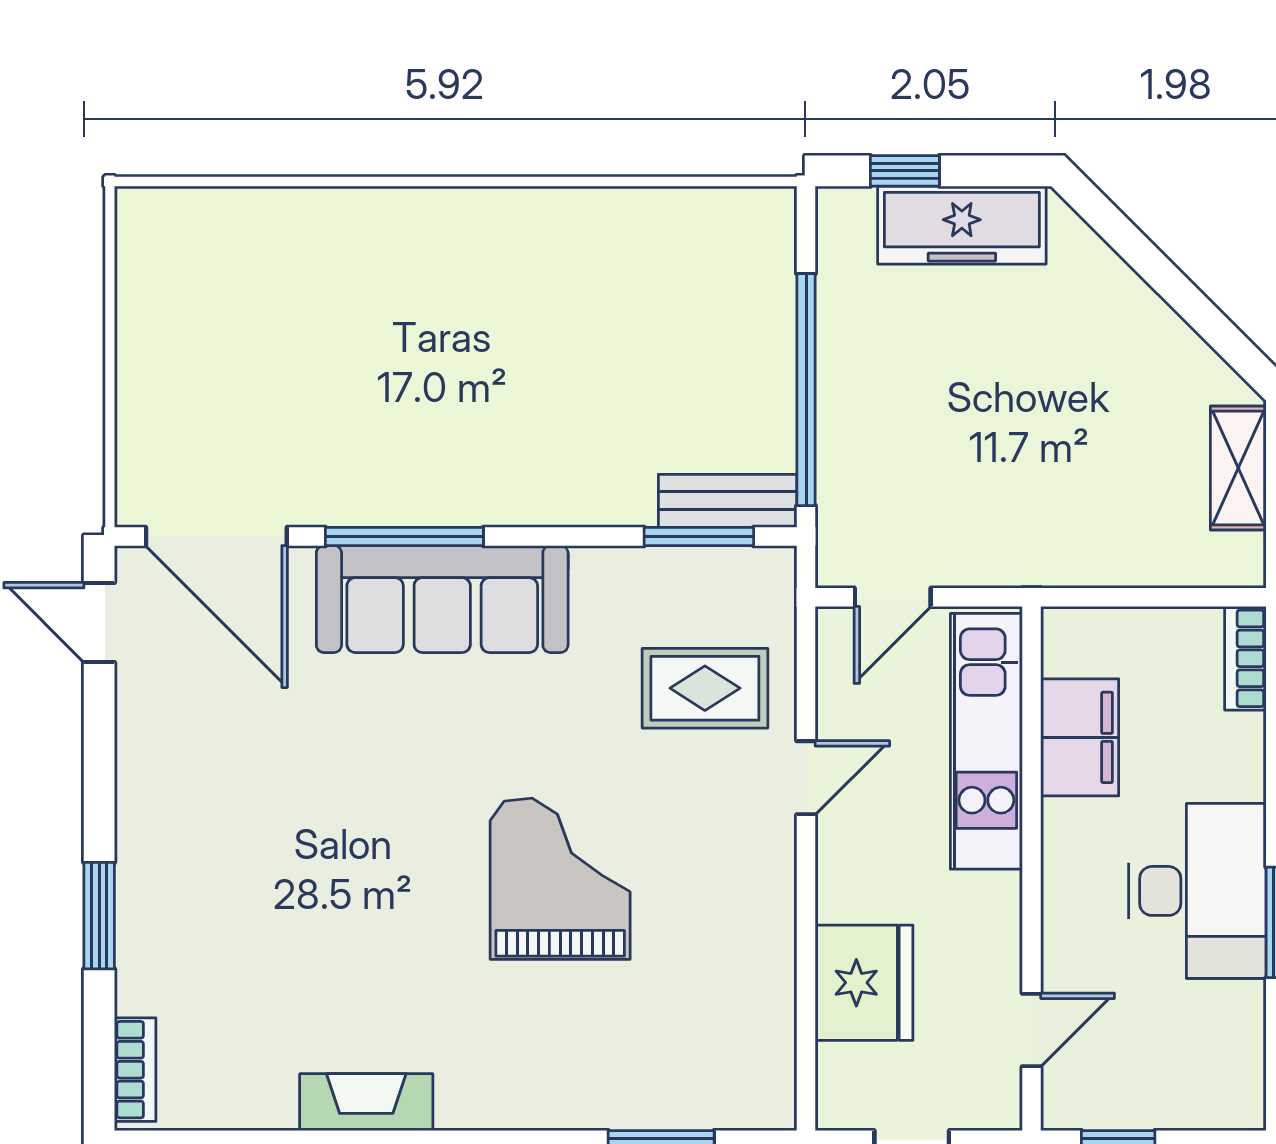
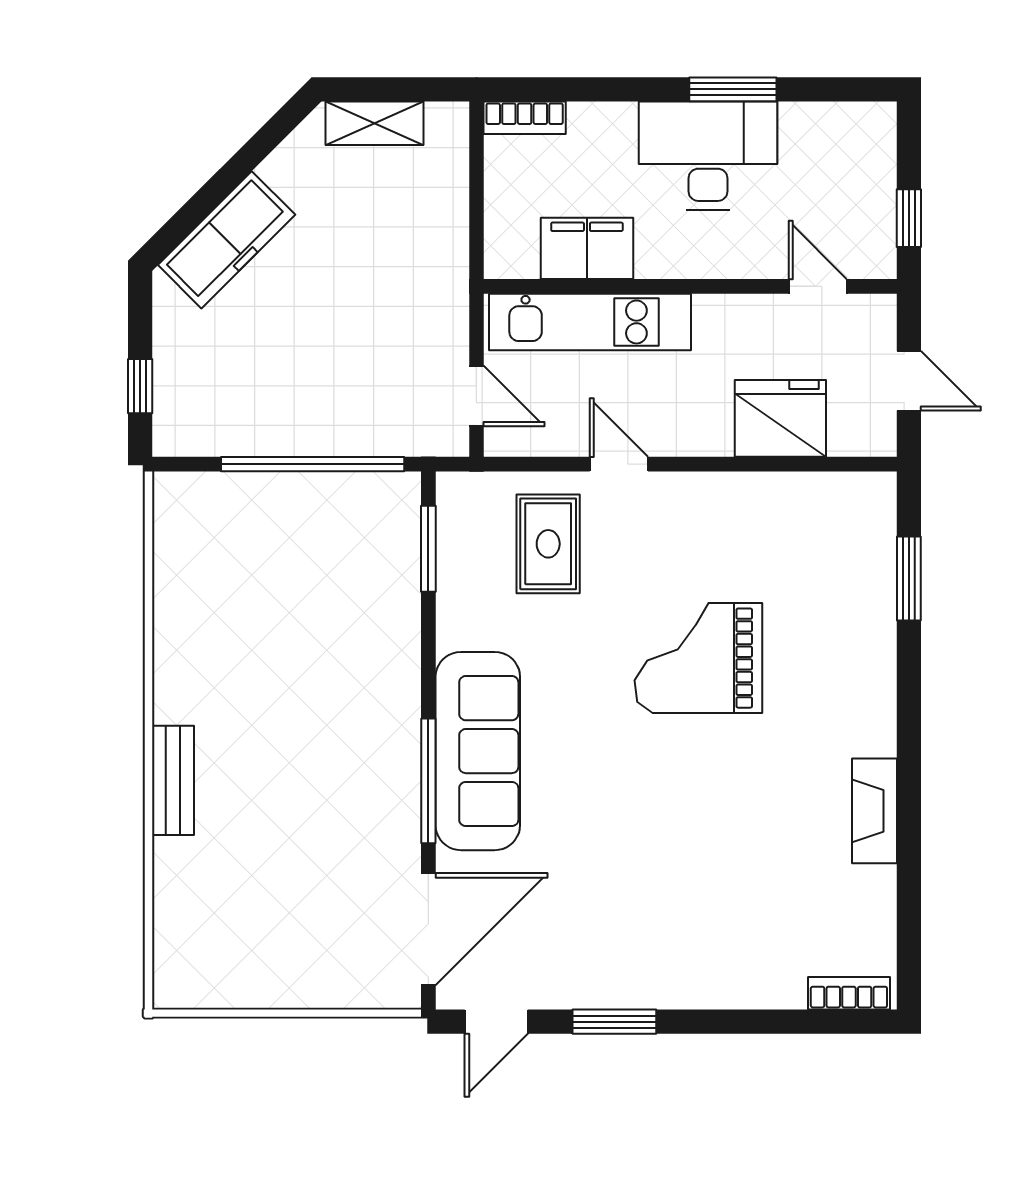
freezer: (962, 225) -> (227, 240), moved, turned 45
bench: (728, 501) -> (173, 780), moved
window: (99, 916) -> (614, 1022), moved

